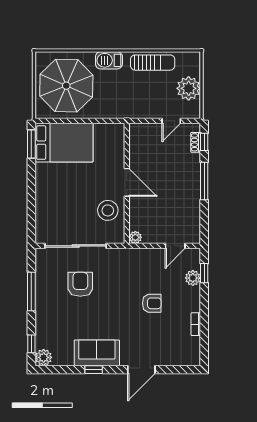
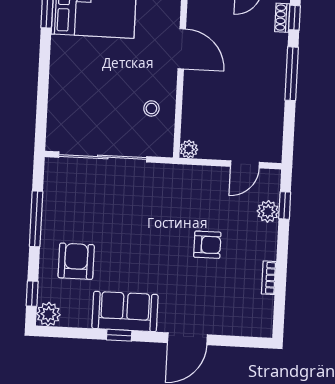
door: (127, 182) -> (182, 49), moved
stool: (108, 210) -> (151, 108), width x0.53, depth x0.53
armchair: (80, 284) -> (76, 261), moved

